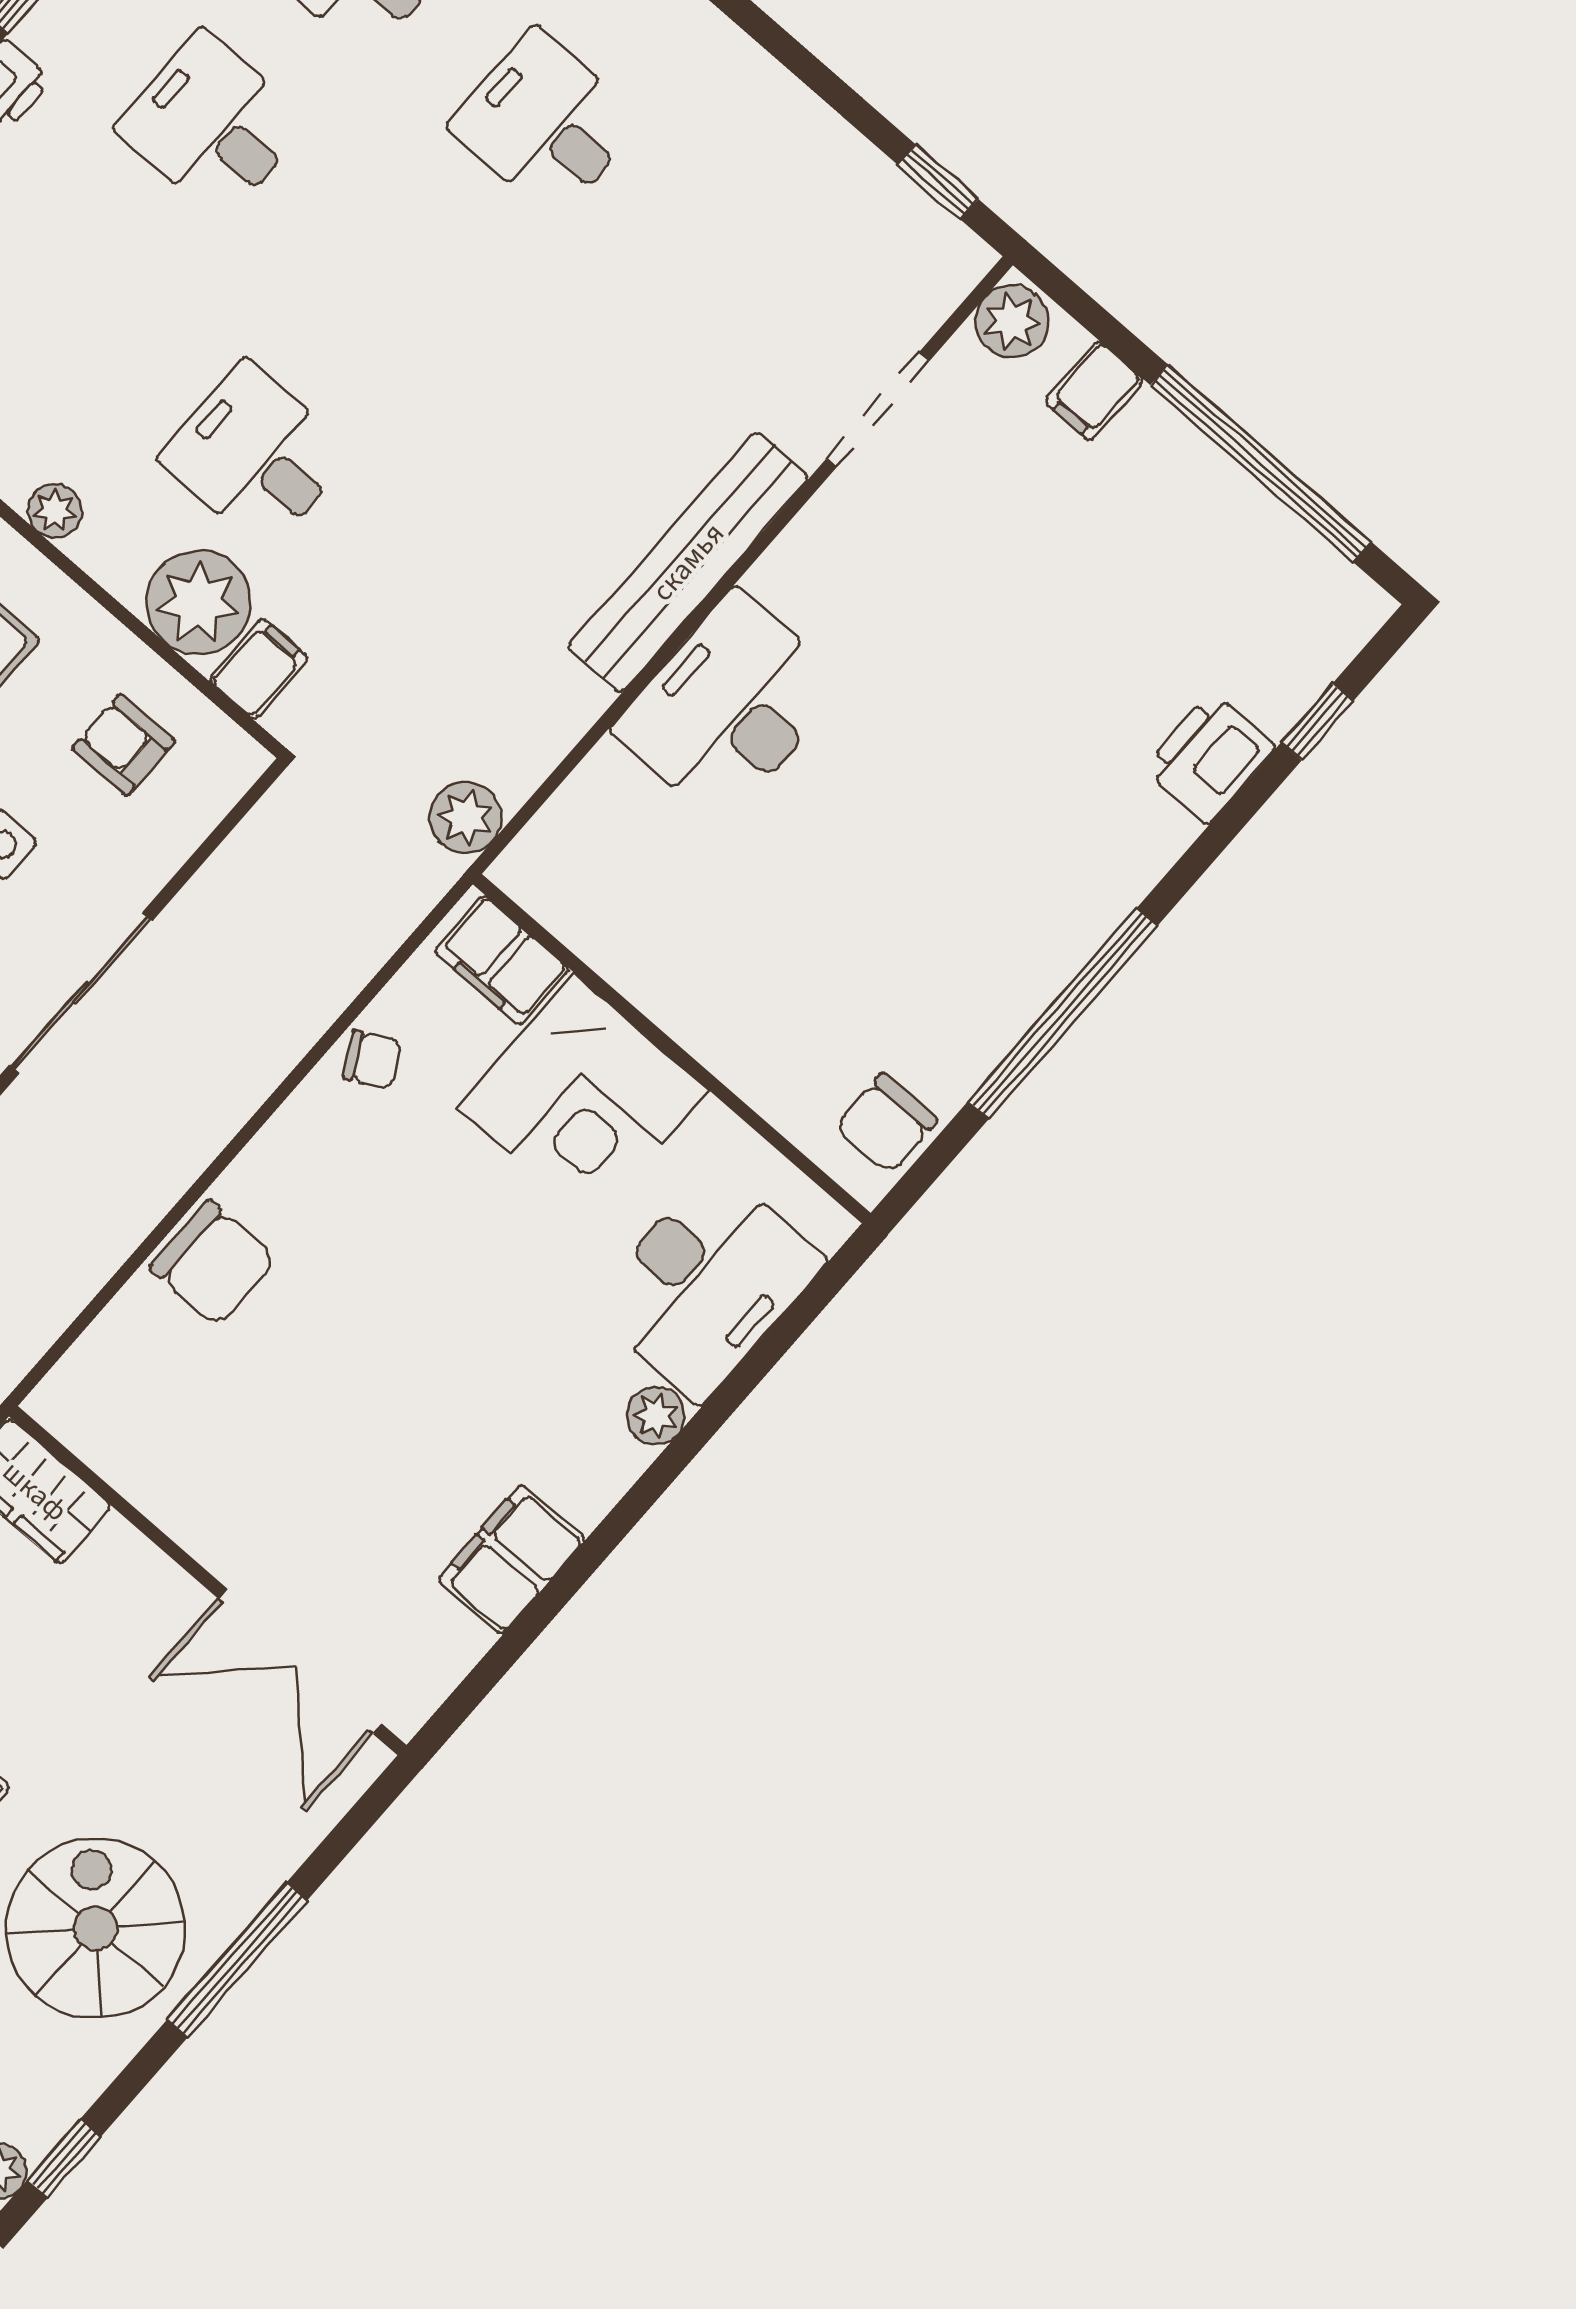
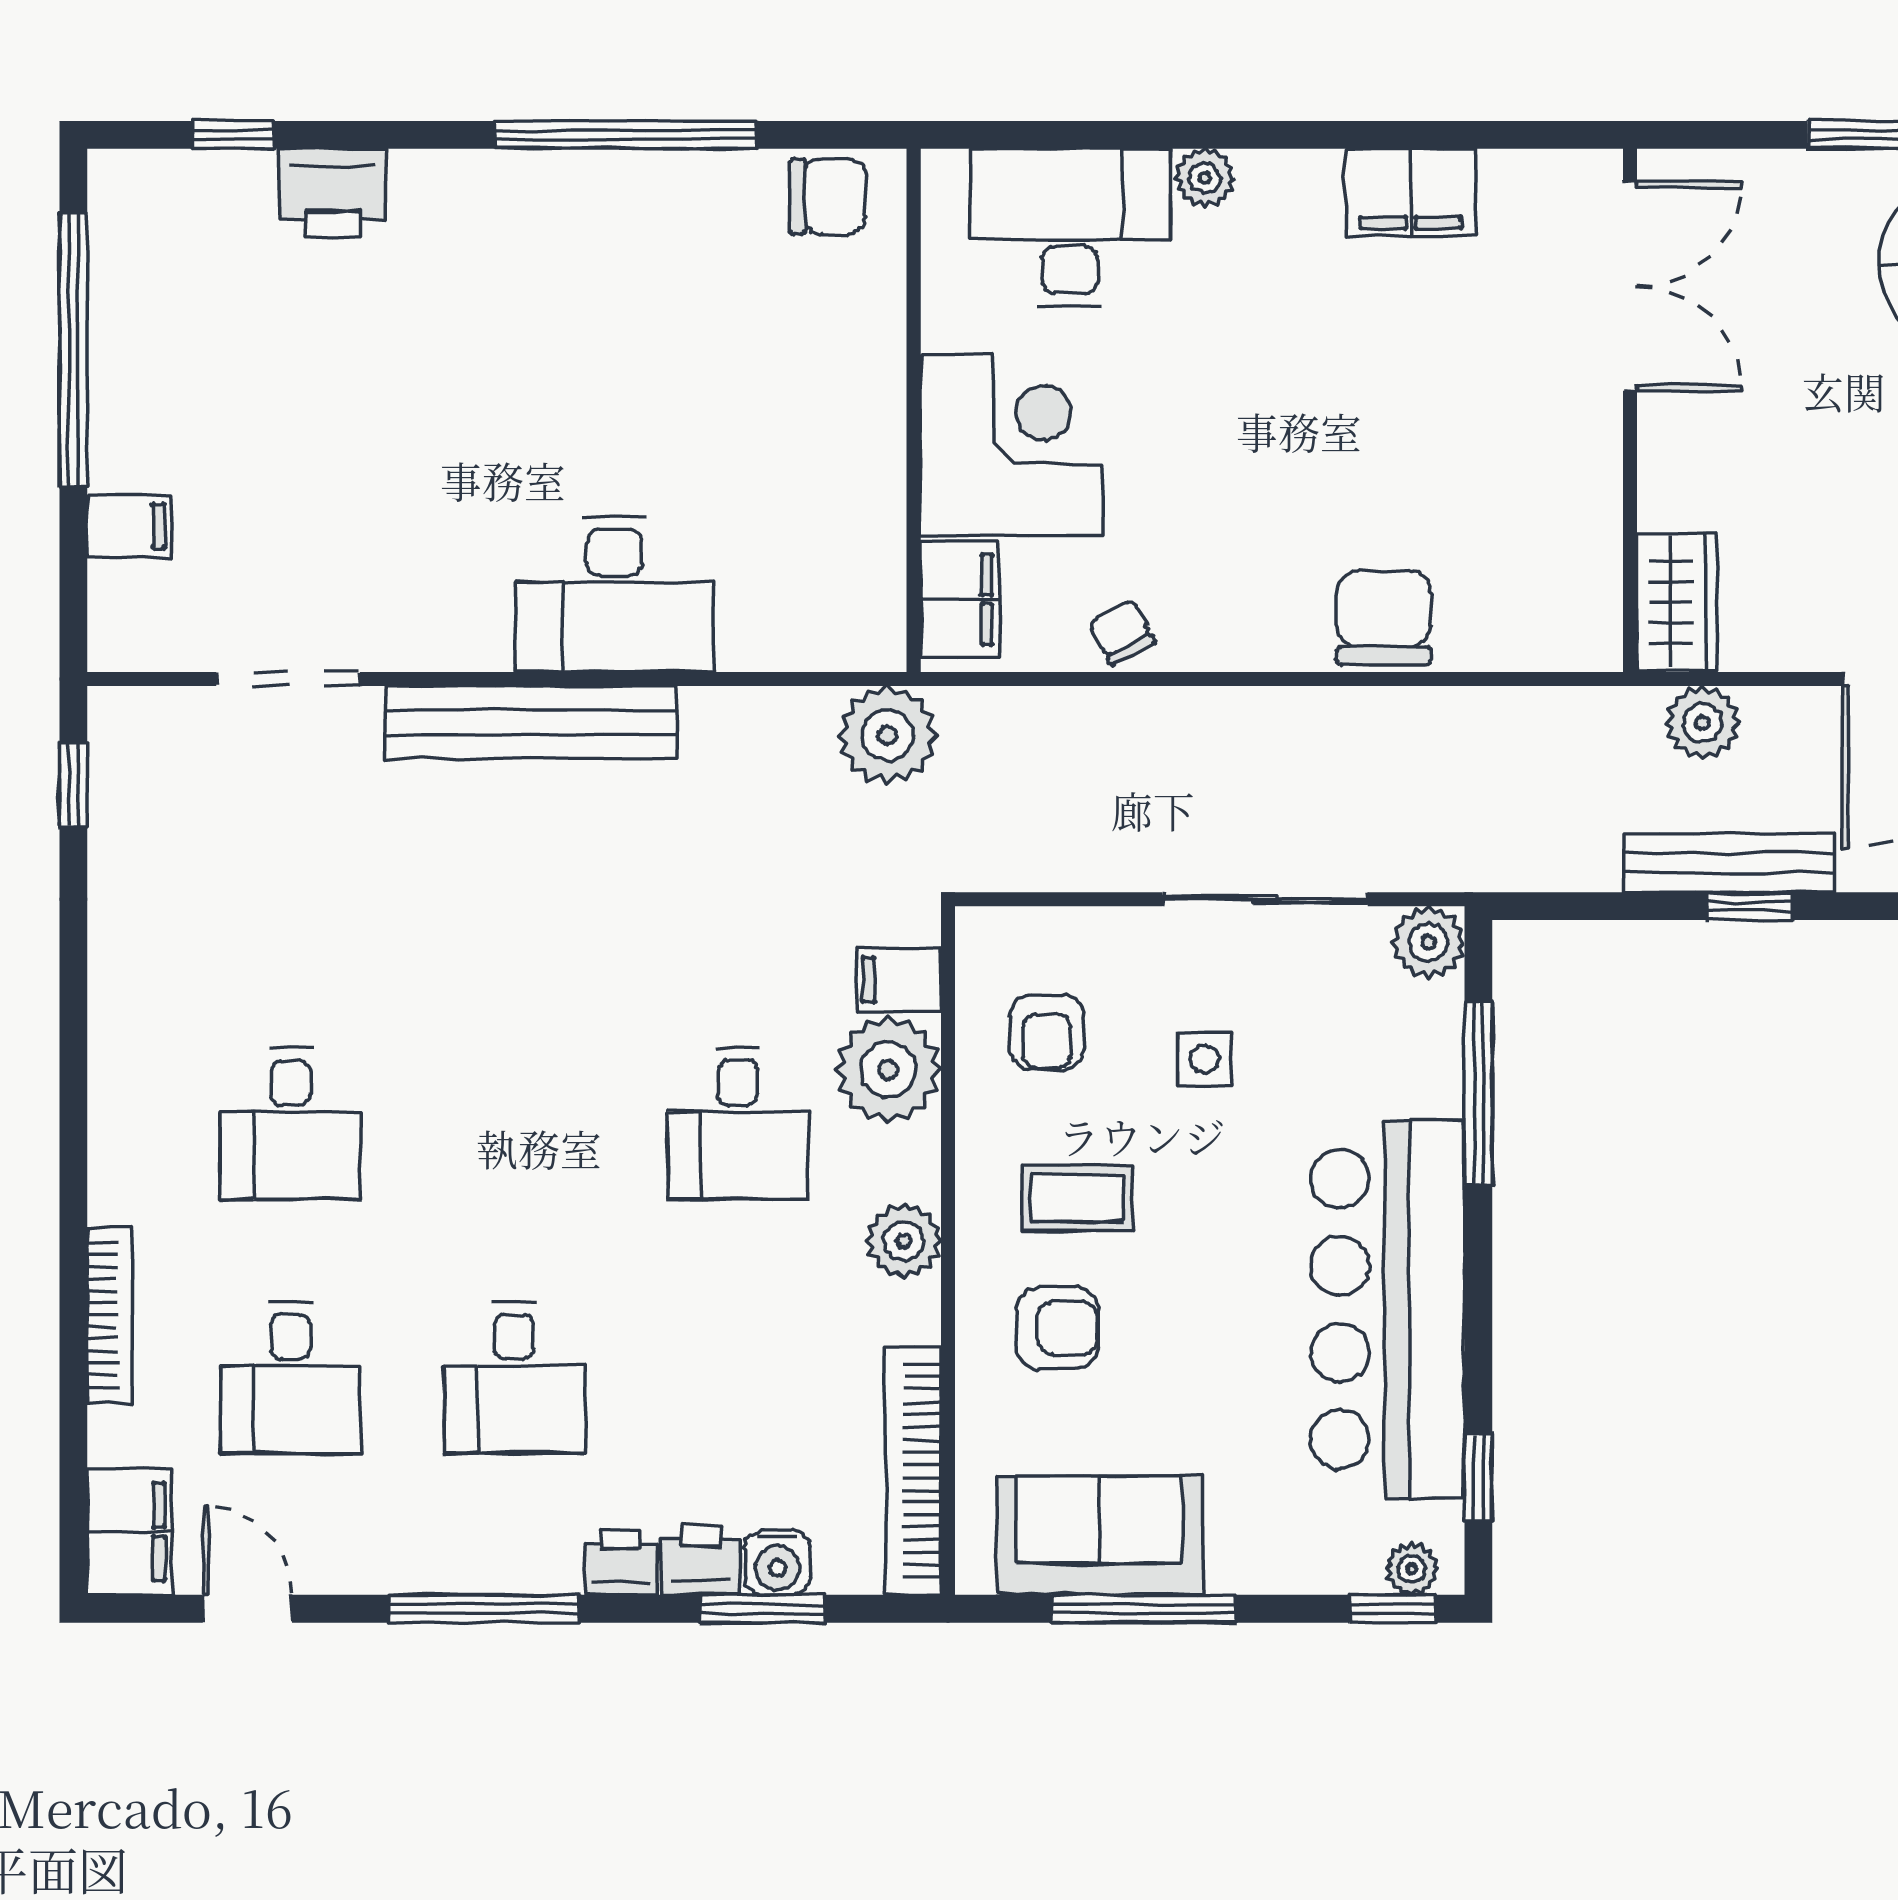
plant: (1012, 321) -> (131, 635), removed
plant: (55, 511) -> (904, 1241), width x1.38, depth x1.38
plant: (466, 817) -> (887, 735), width x1.36, depth x1.36

